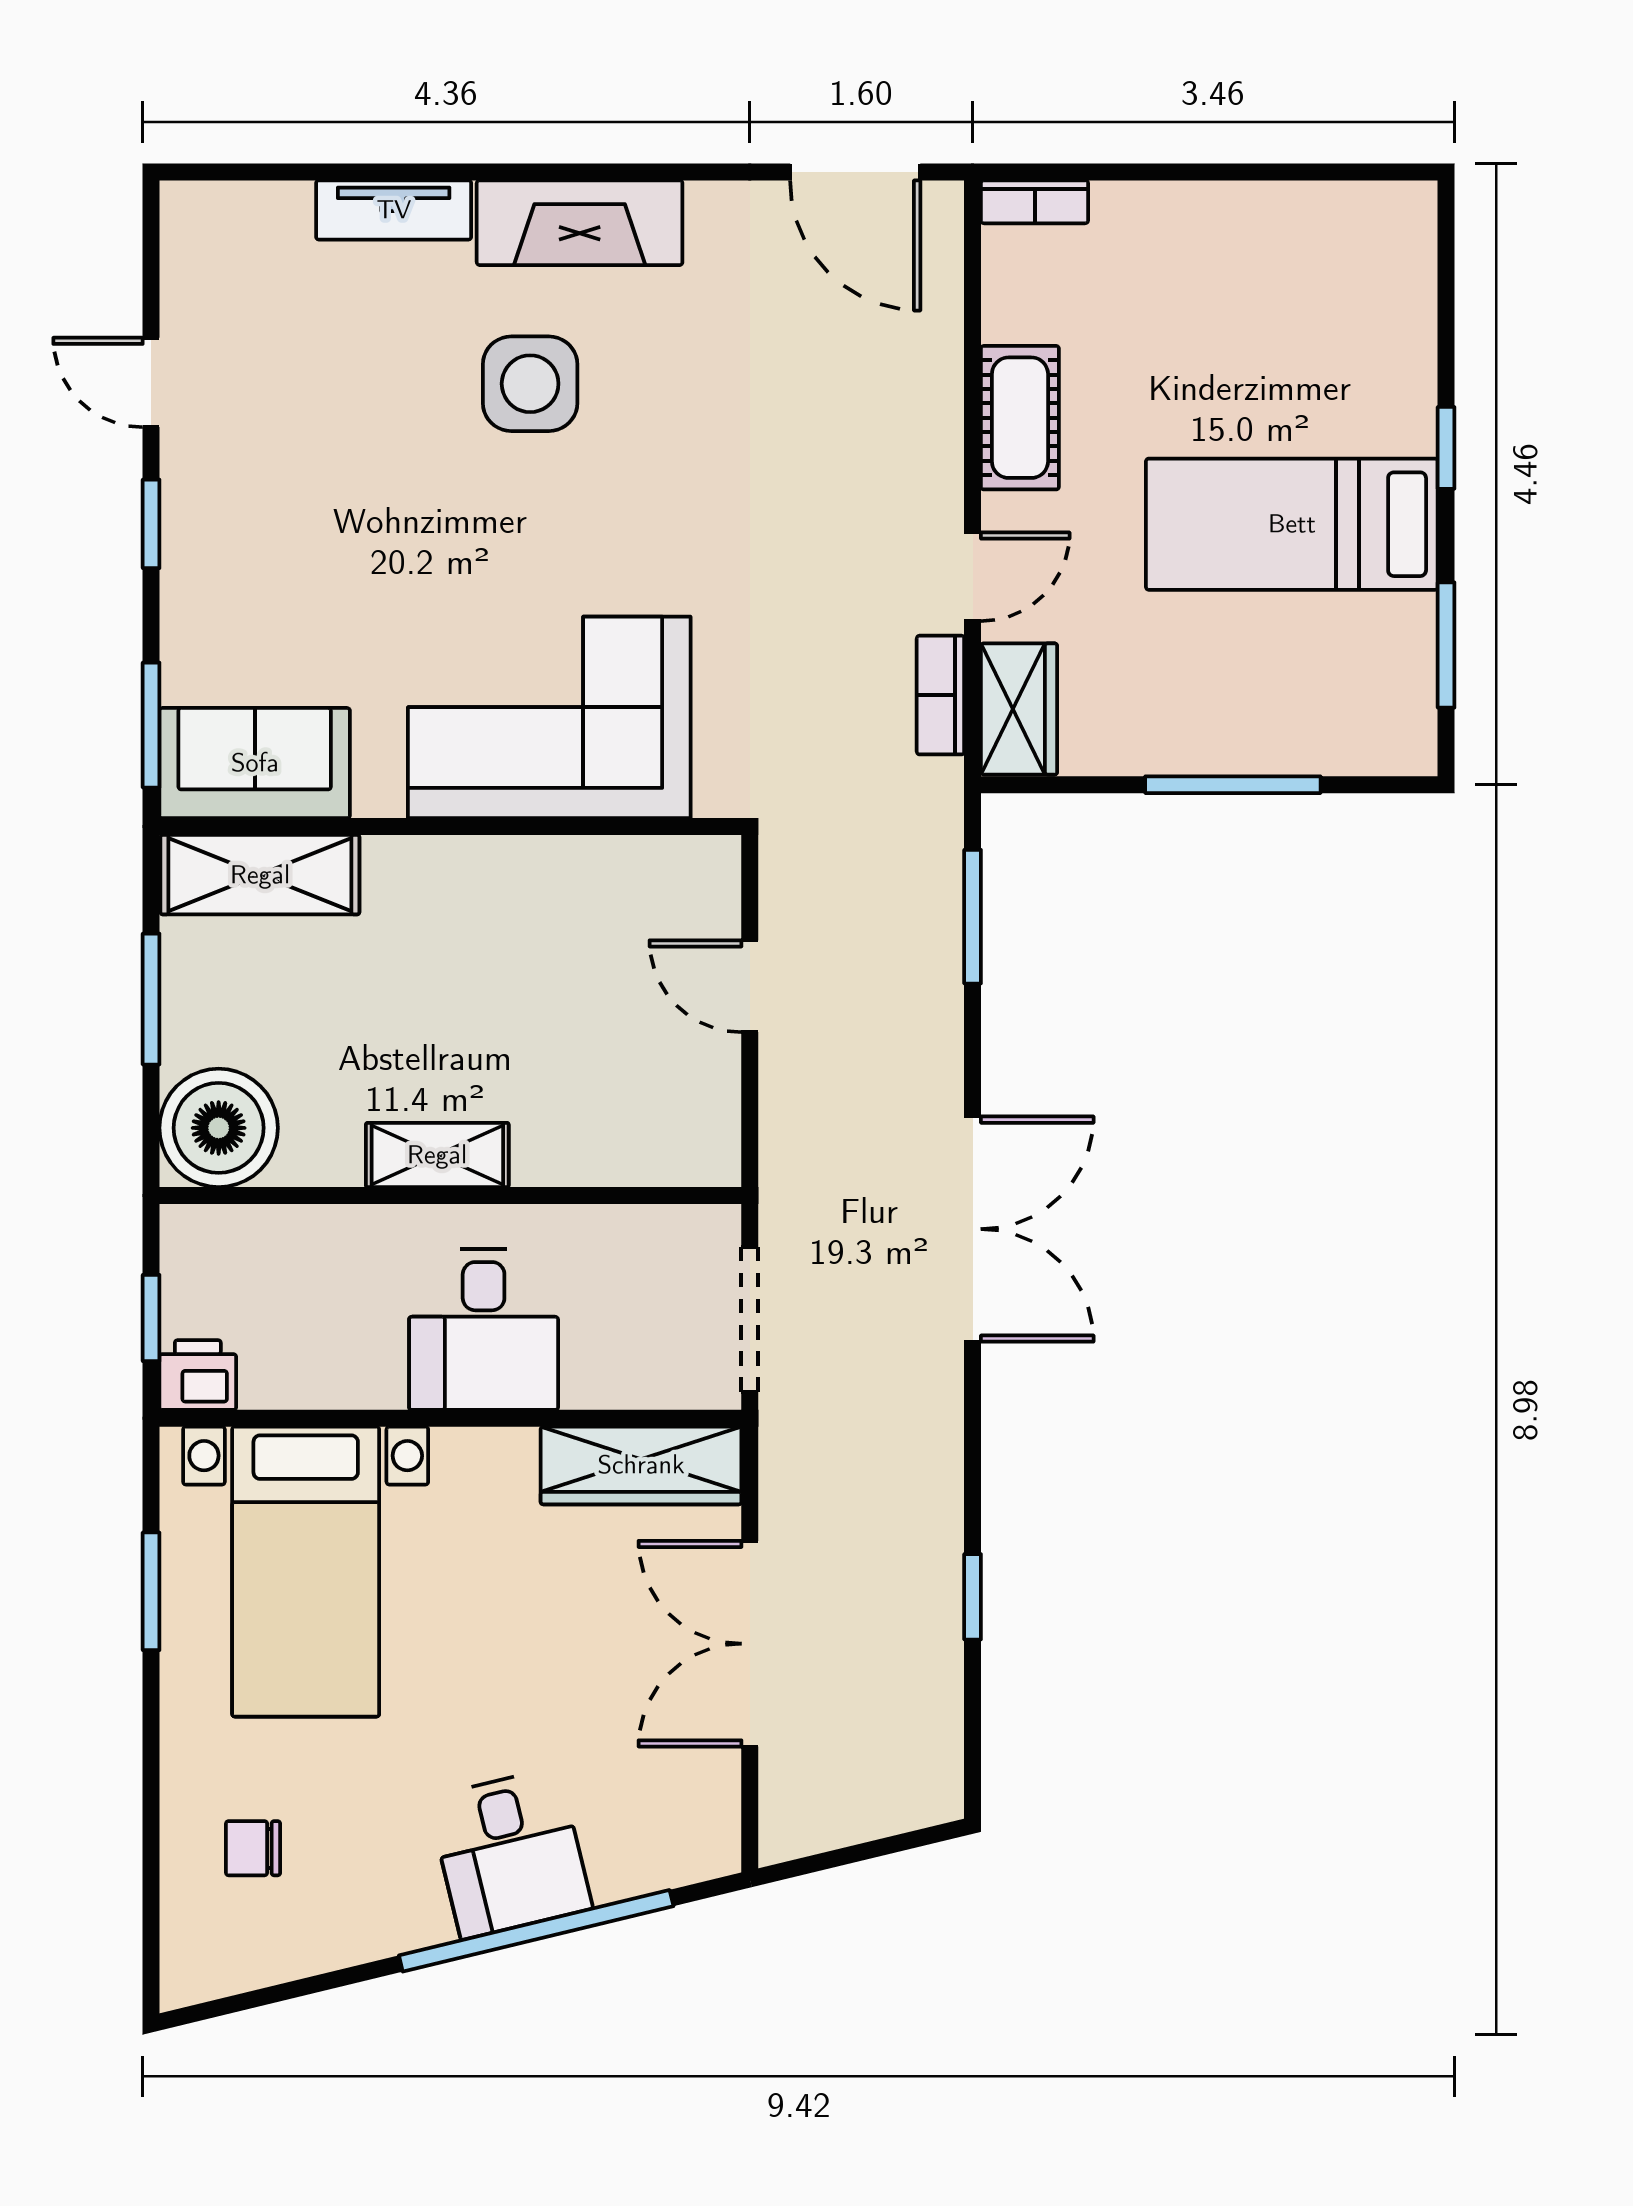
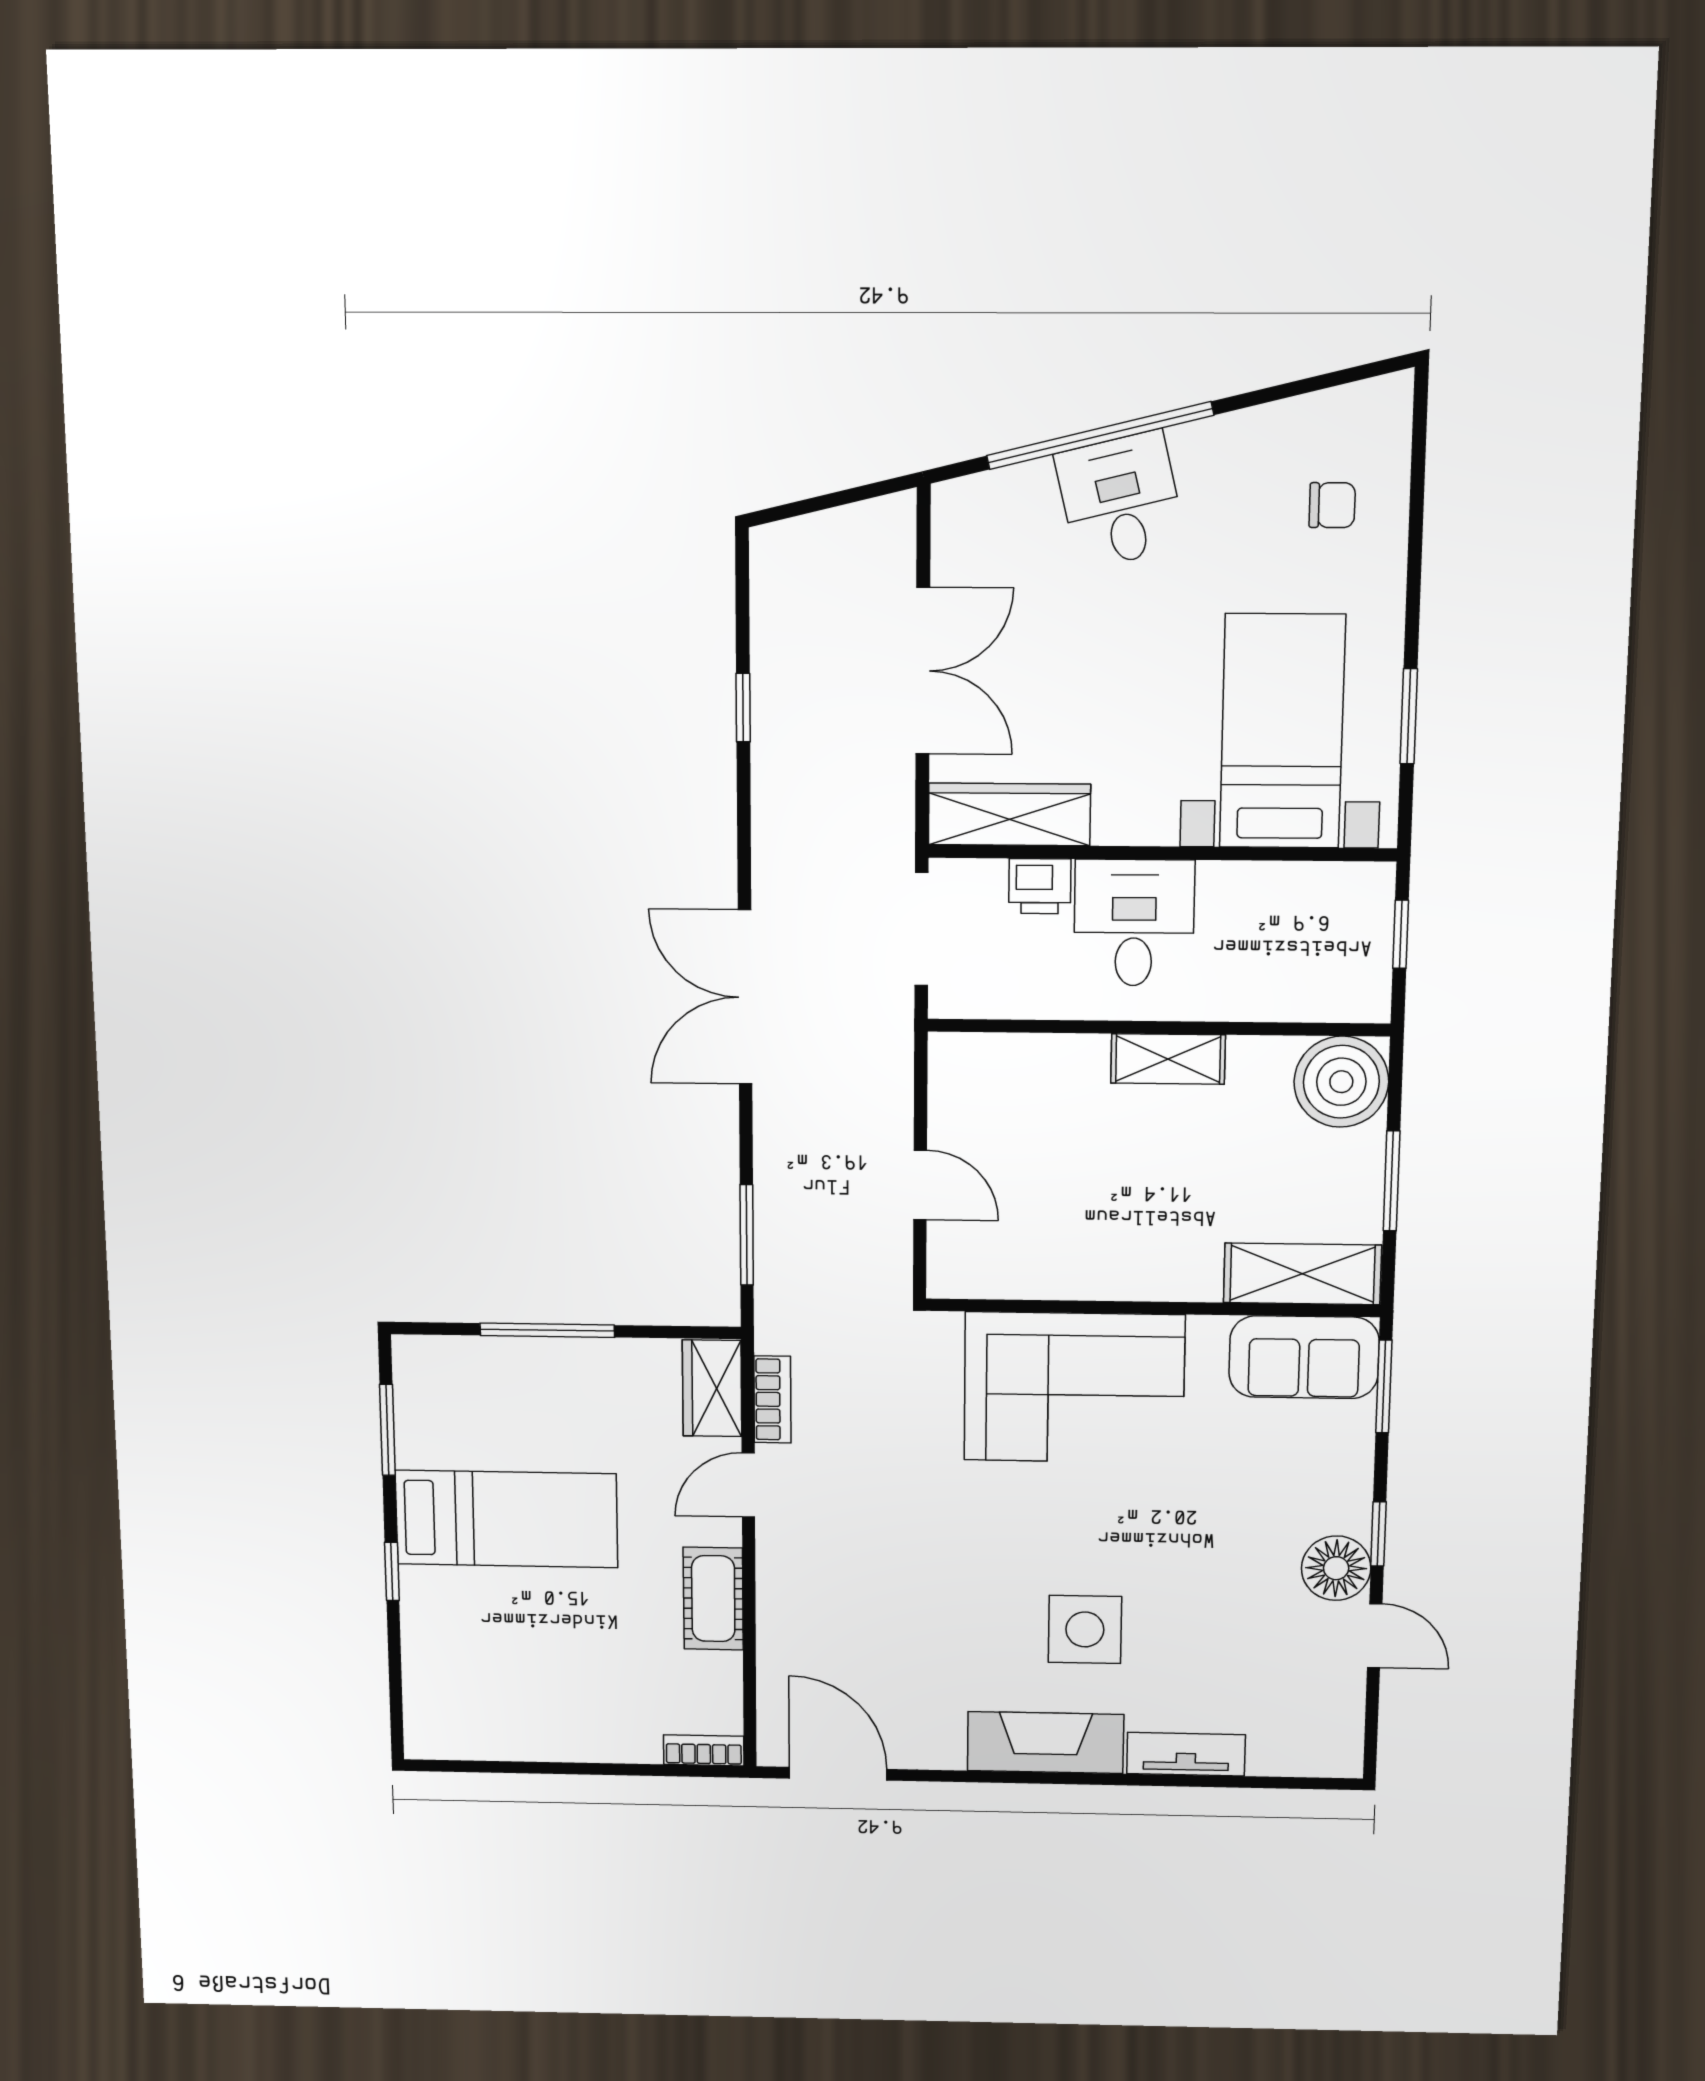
floor lamp: (204, 475) -> (1336, 1568), added
printer: (198, 1375) -> (1040, 886), moved

